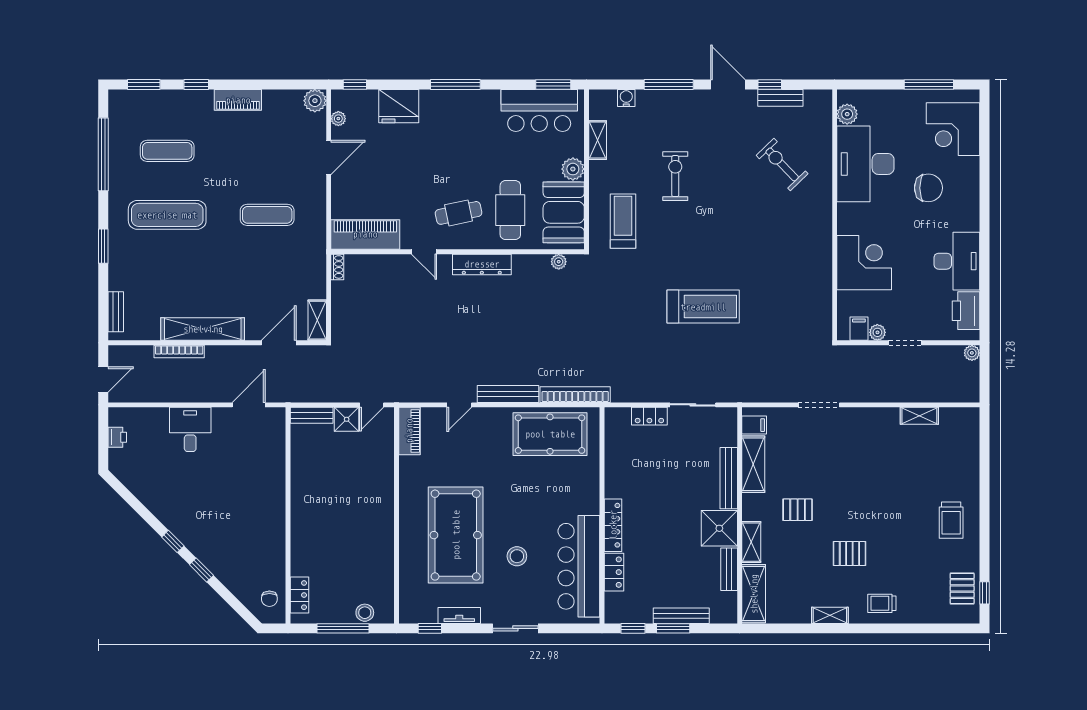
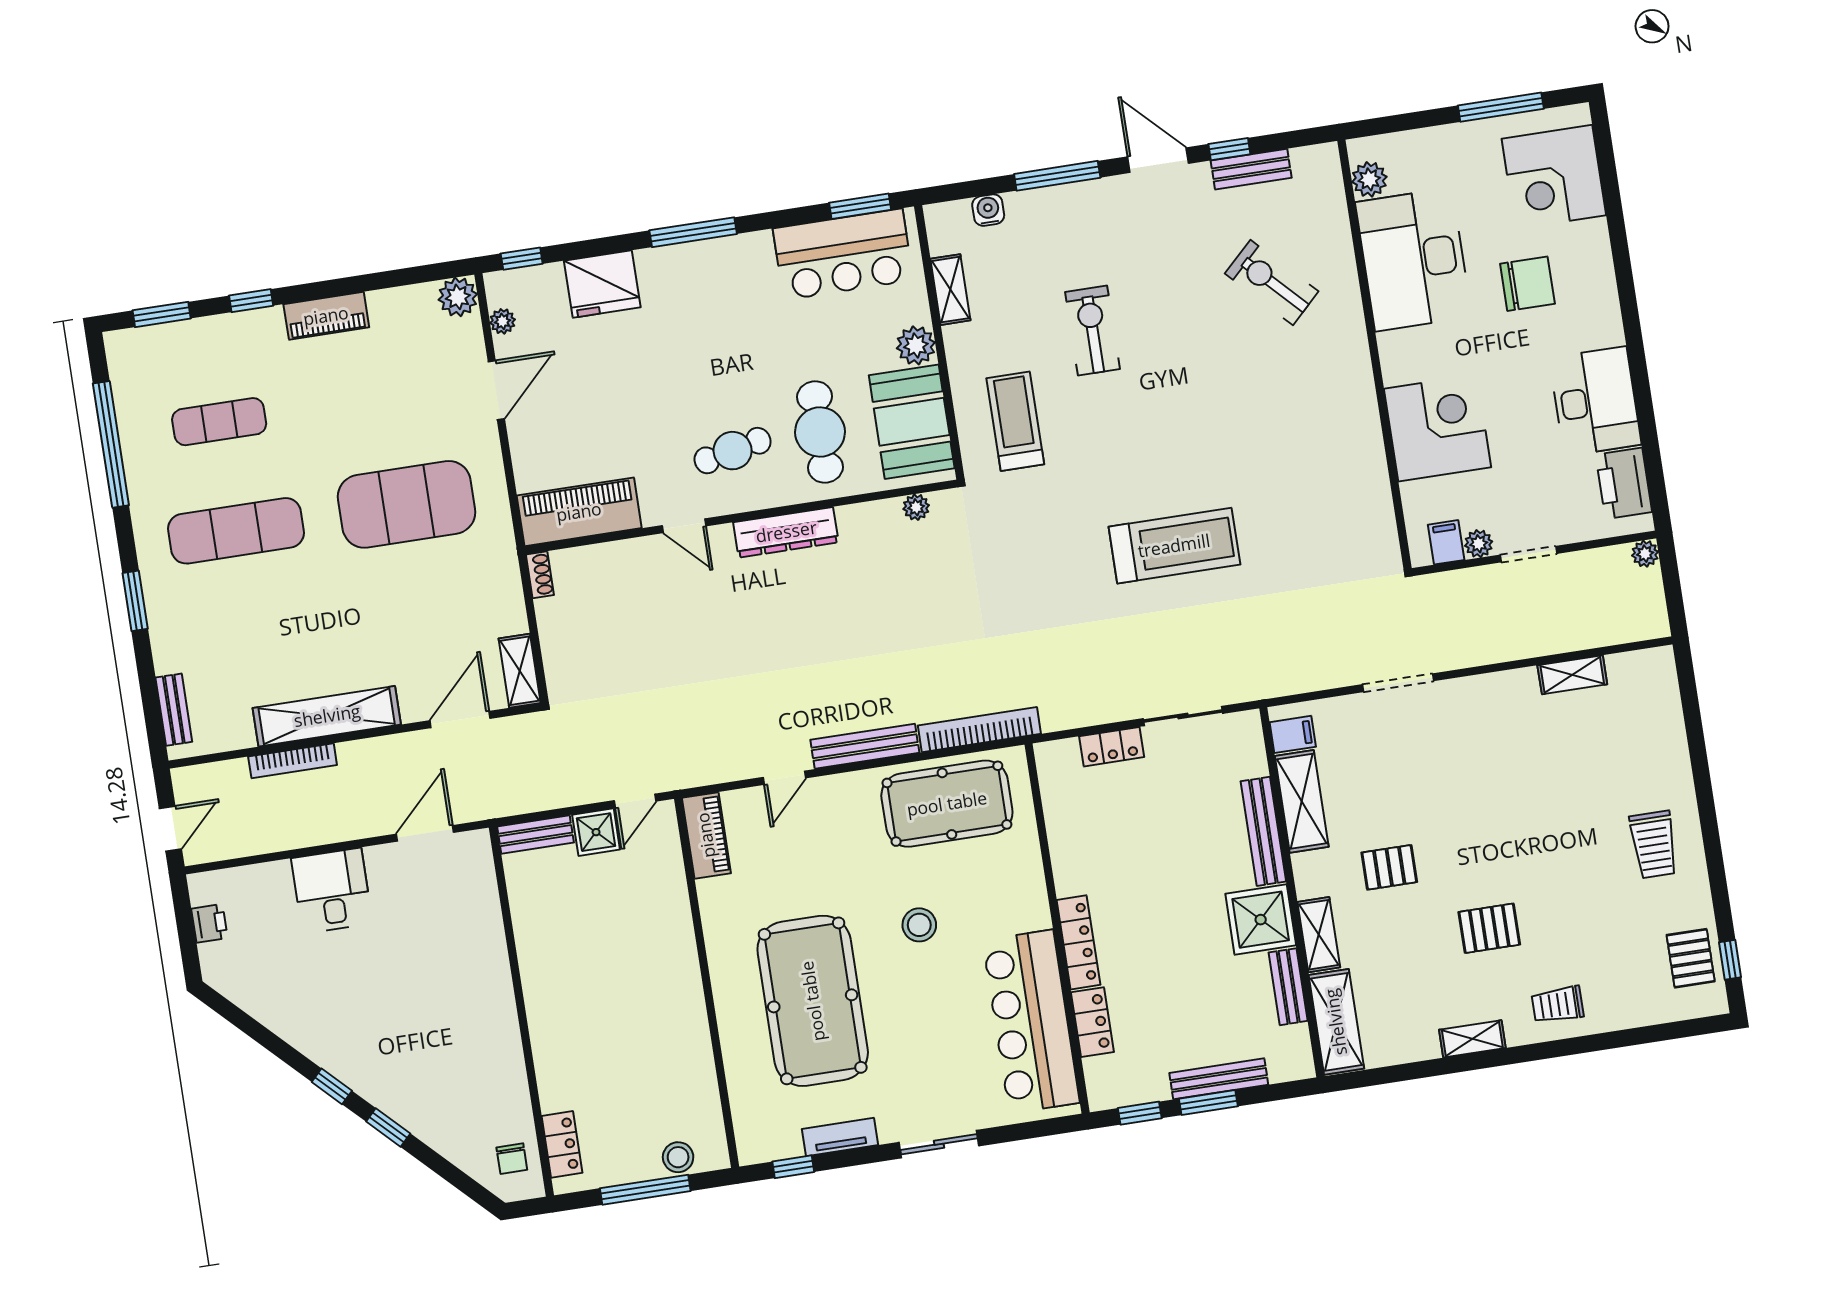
exercise mat: (267, 215) -> (407, 504), width x2.00, depth x1.45
stool: (517, 556) -> (919, 925), moved

